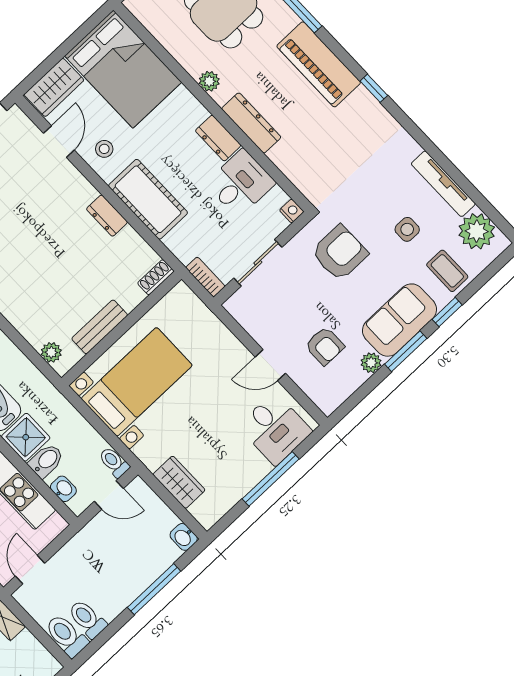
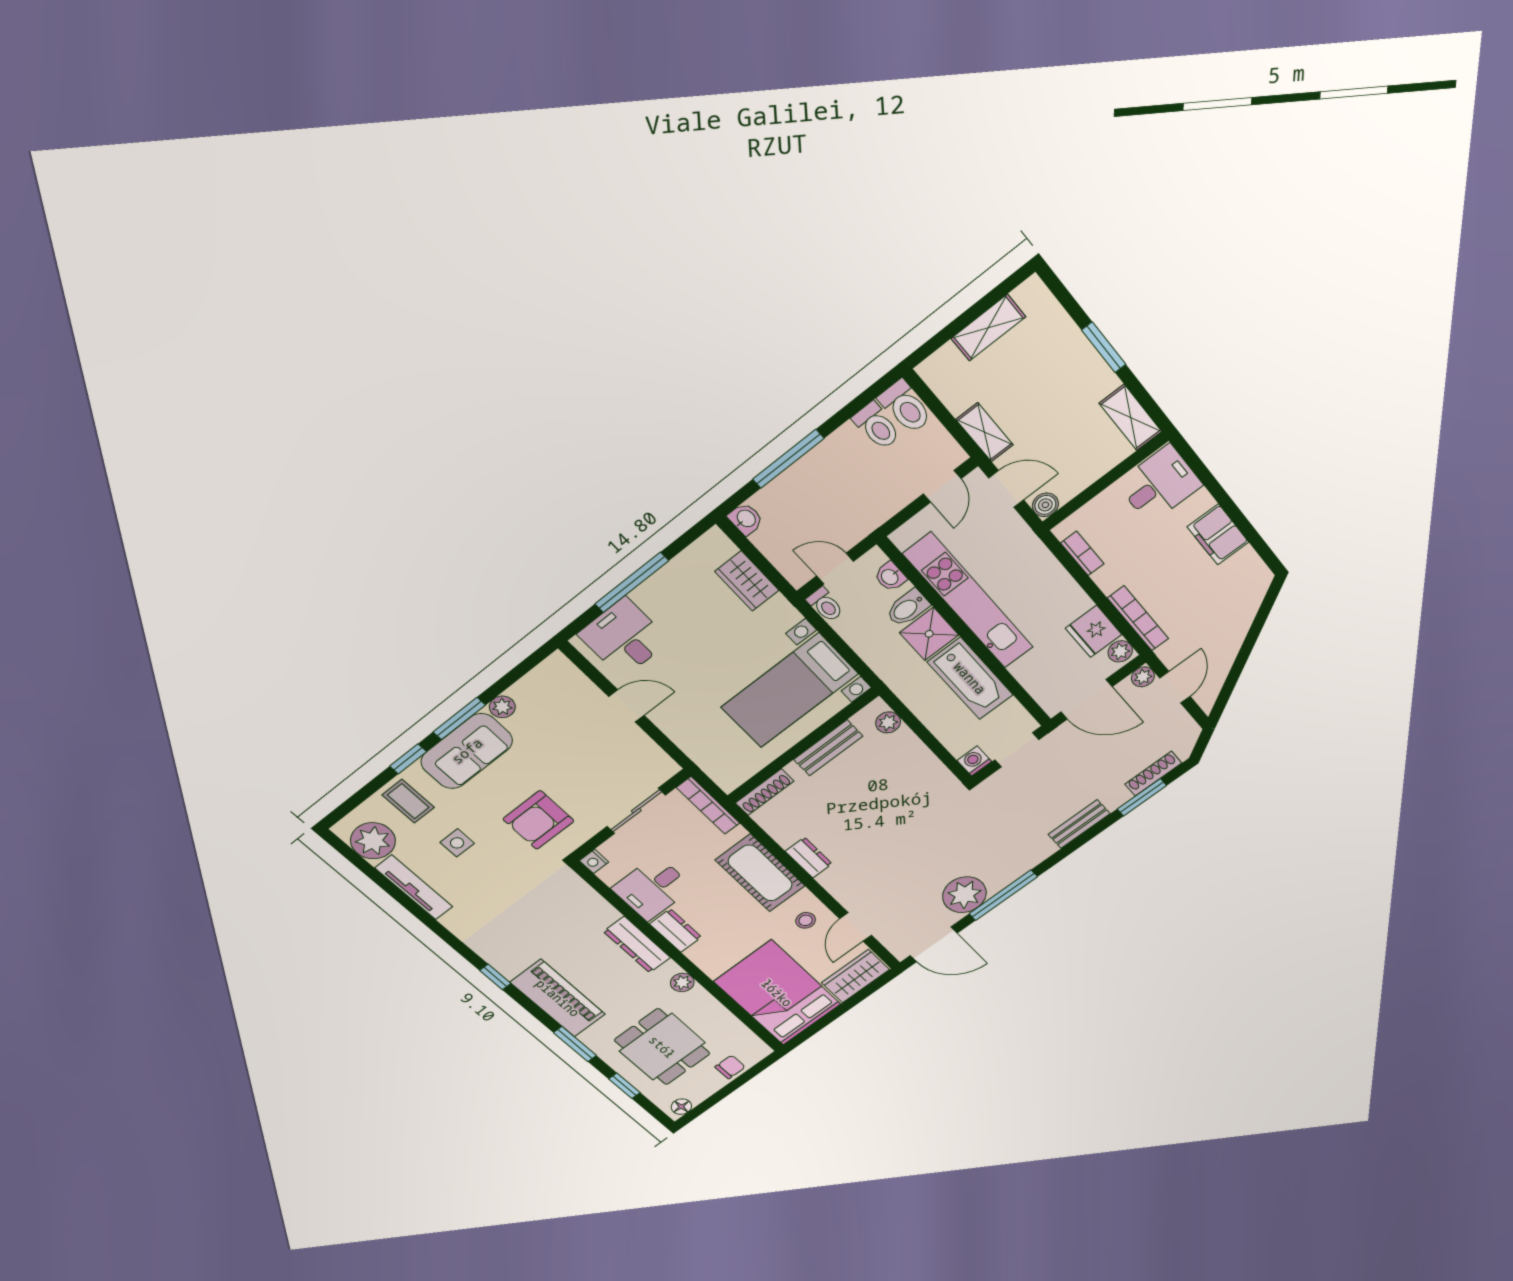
shoe rack: (156, 277) -> (765, 792), width x1.43
bookcase: (205, 277) -> (708, 805), width x1.56
armchair: (325, 346) -> (559, 725), removed

